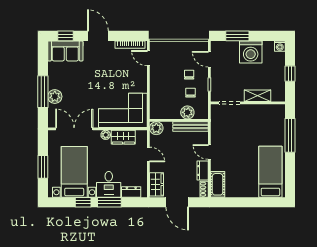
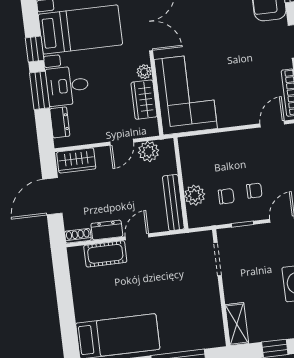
shelving: (257, 96) -> (237, 324), moved
plant: (156, 128) -> (149, 151), moved
cot: (218, 184) -> (105, 254), moved

